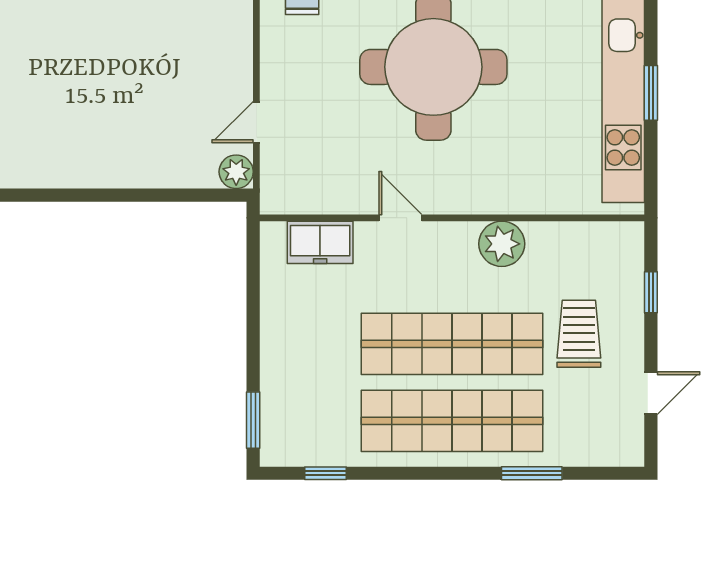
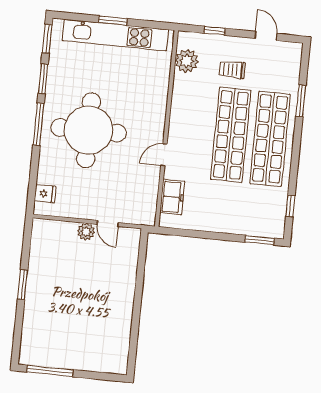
plant: (236, 172) -> (86, 232), moved
plant: (502, 244) -> (187, 61), moved
trolley: (579, 334) -> (232, 70), width x0.73, depth x0.72

